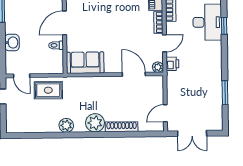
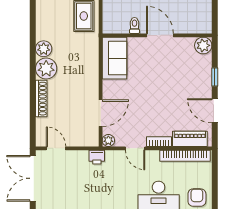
printer: (172, 64) -> (97, 157), moved
plant: (66, 125) -> (44, 49), moved
double door: (192, 133) -> (33, 178), width x1.37

